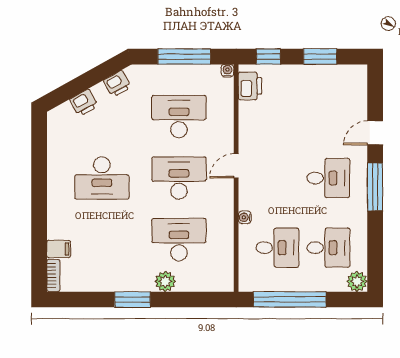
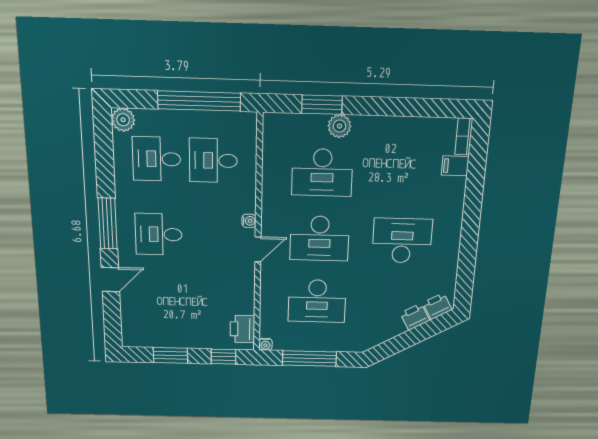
printer: (117, 84) -> (437, 306), moved
water cooler: (245, 217) -> (249, 221), moved
window: (132, 300) -> (322, 105), moved

